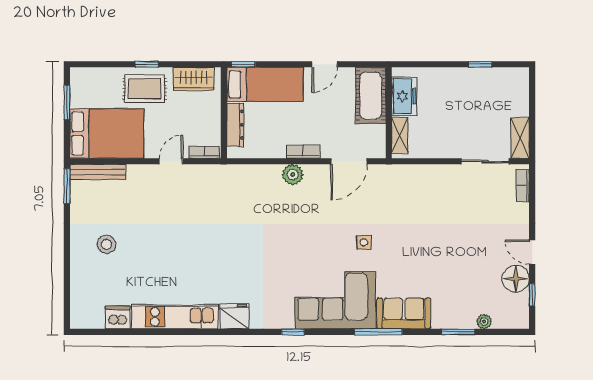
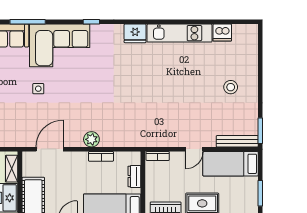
dresser: (235, 125) -> (134, 176), width x0.70
bed: (107, 133) -> (231, 164), width x0.67
bookcase: (303, 152) -> (101, 156), moved
door: (171, 161) -> (194, 149), moved

